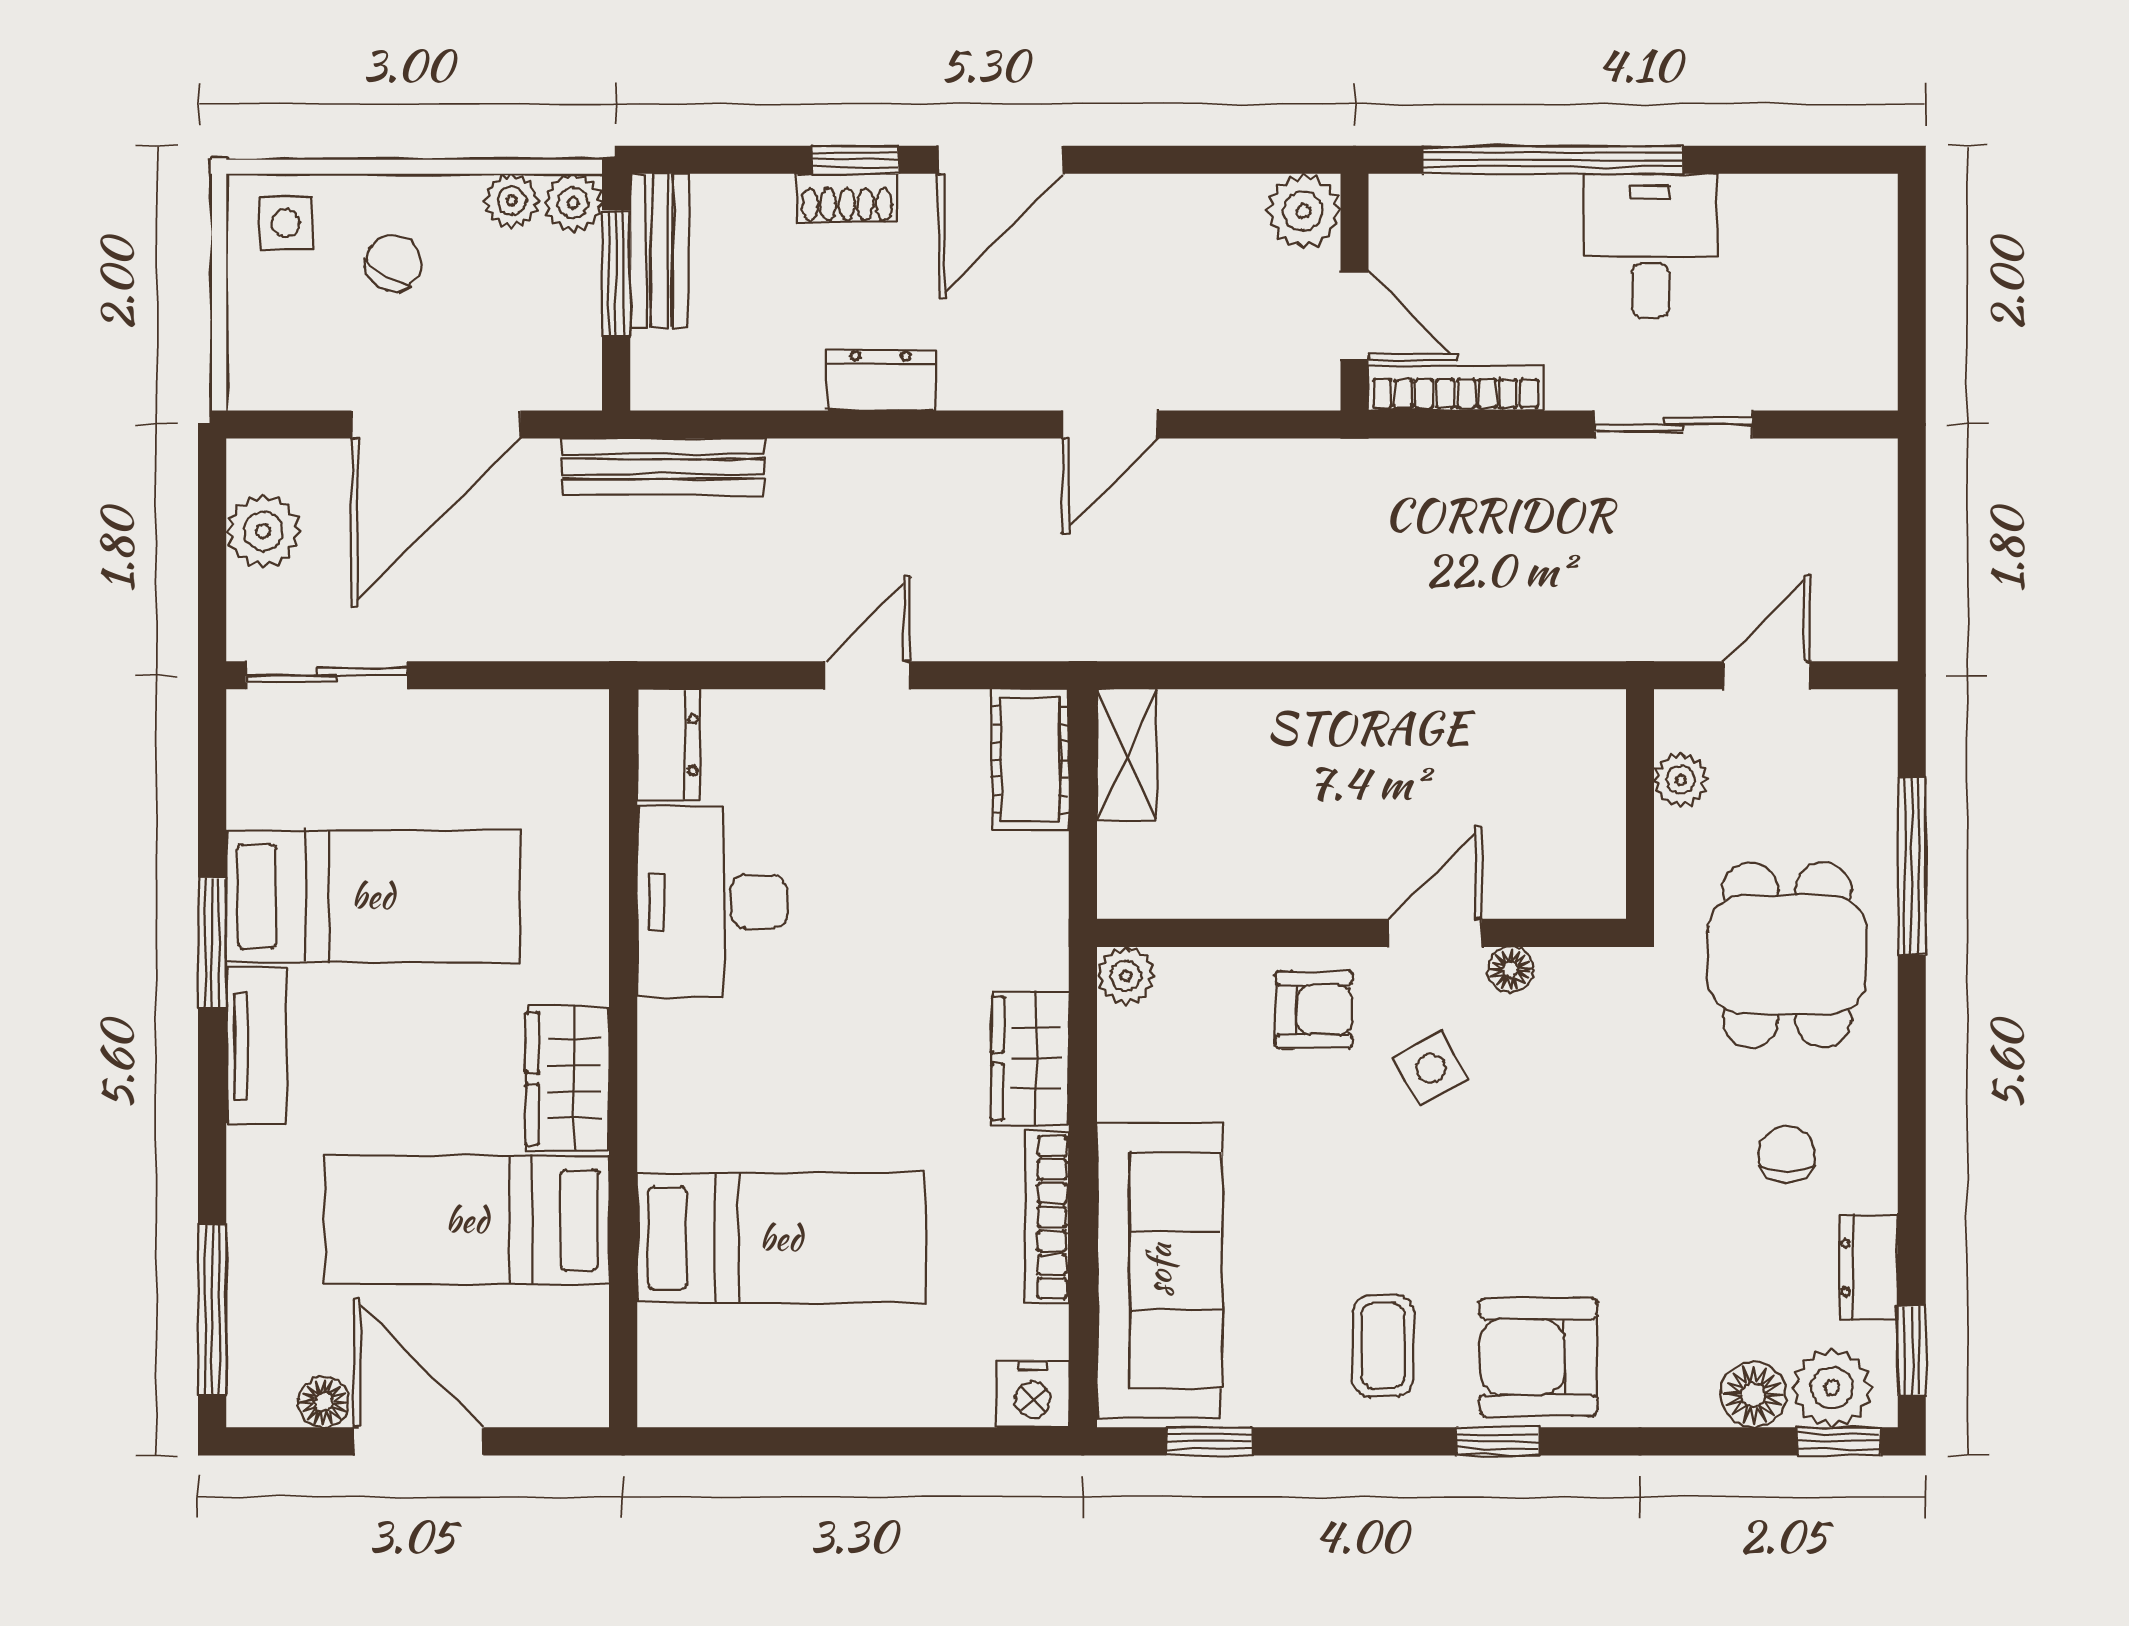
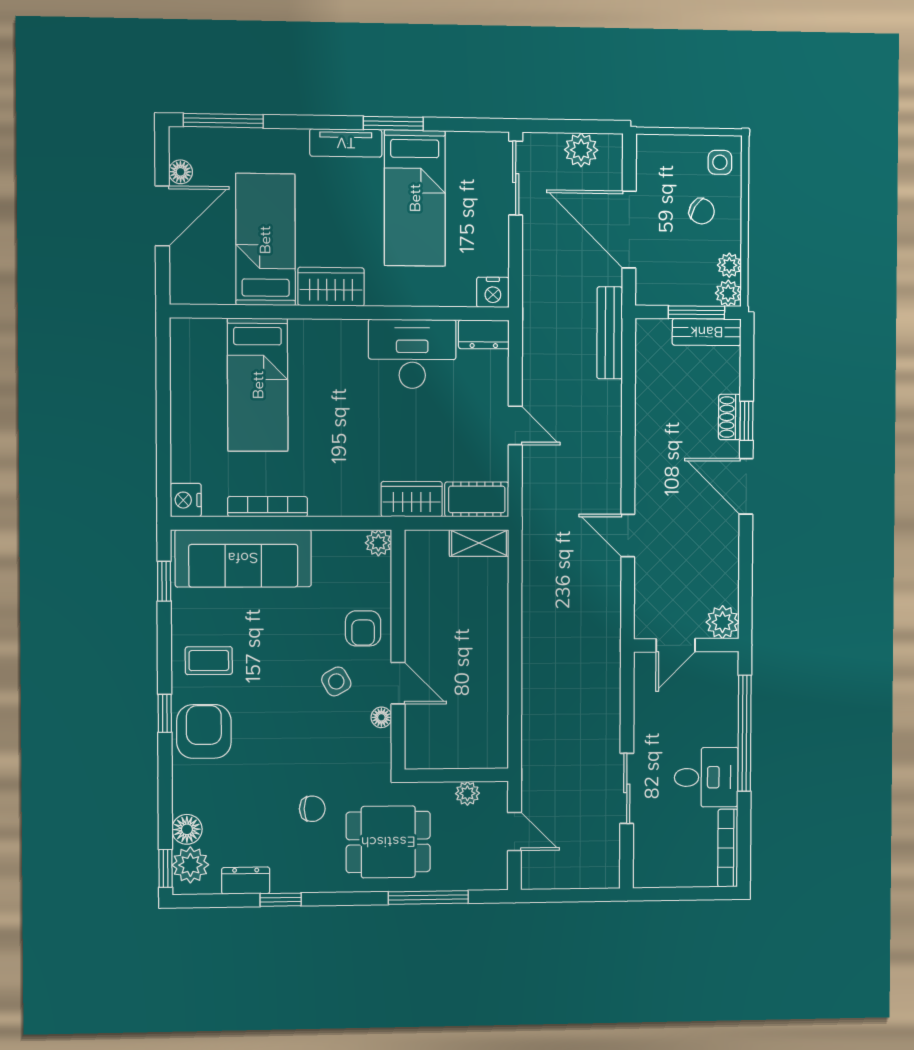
dresser: (881, 380) -> (648, 432), removed
bookcase: (1456, 388) -> (728, 848), moved, turned 180
nightstand: (576, 725) -> (493, 292), added
wardrobe: (1030, 1058) -> (412, 499), moved
chair: (1787, 1154) -> (312, 809), moved
window: (1912, 1350) -> (281, 900), moved

